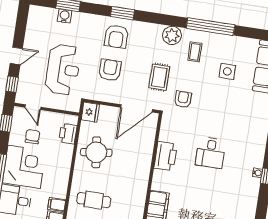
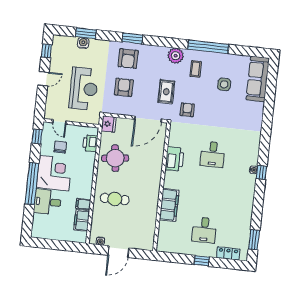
window: (12, 84) -> (47, 51), moved

